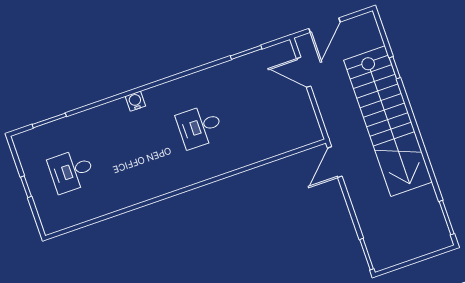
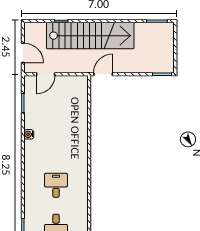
water cooler: (135, 101) -> (29, 134), moved
desk: (200, 126) -> (56, 185), moved, turned 180
door: (335, 162) -> (103, 74), swing flipped

